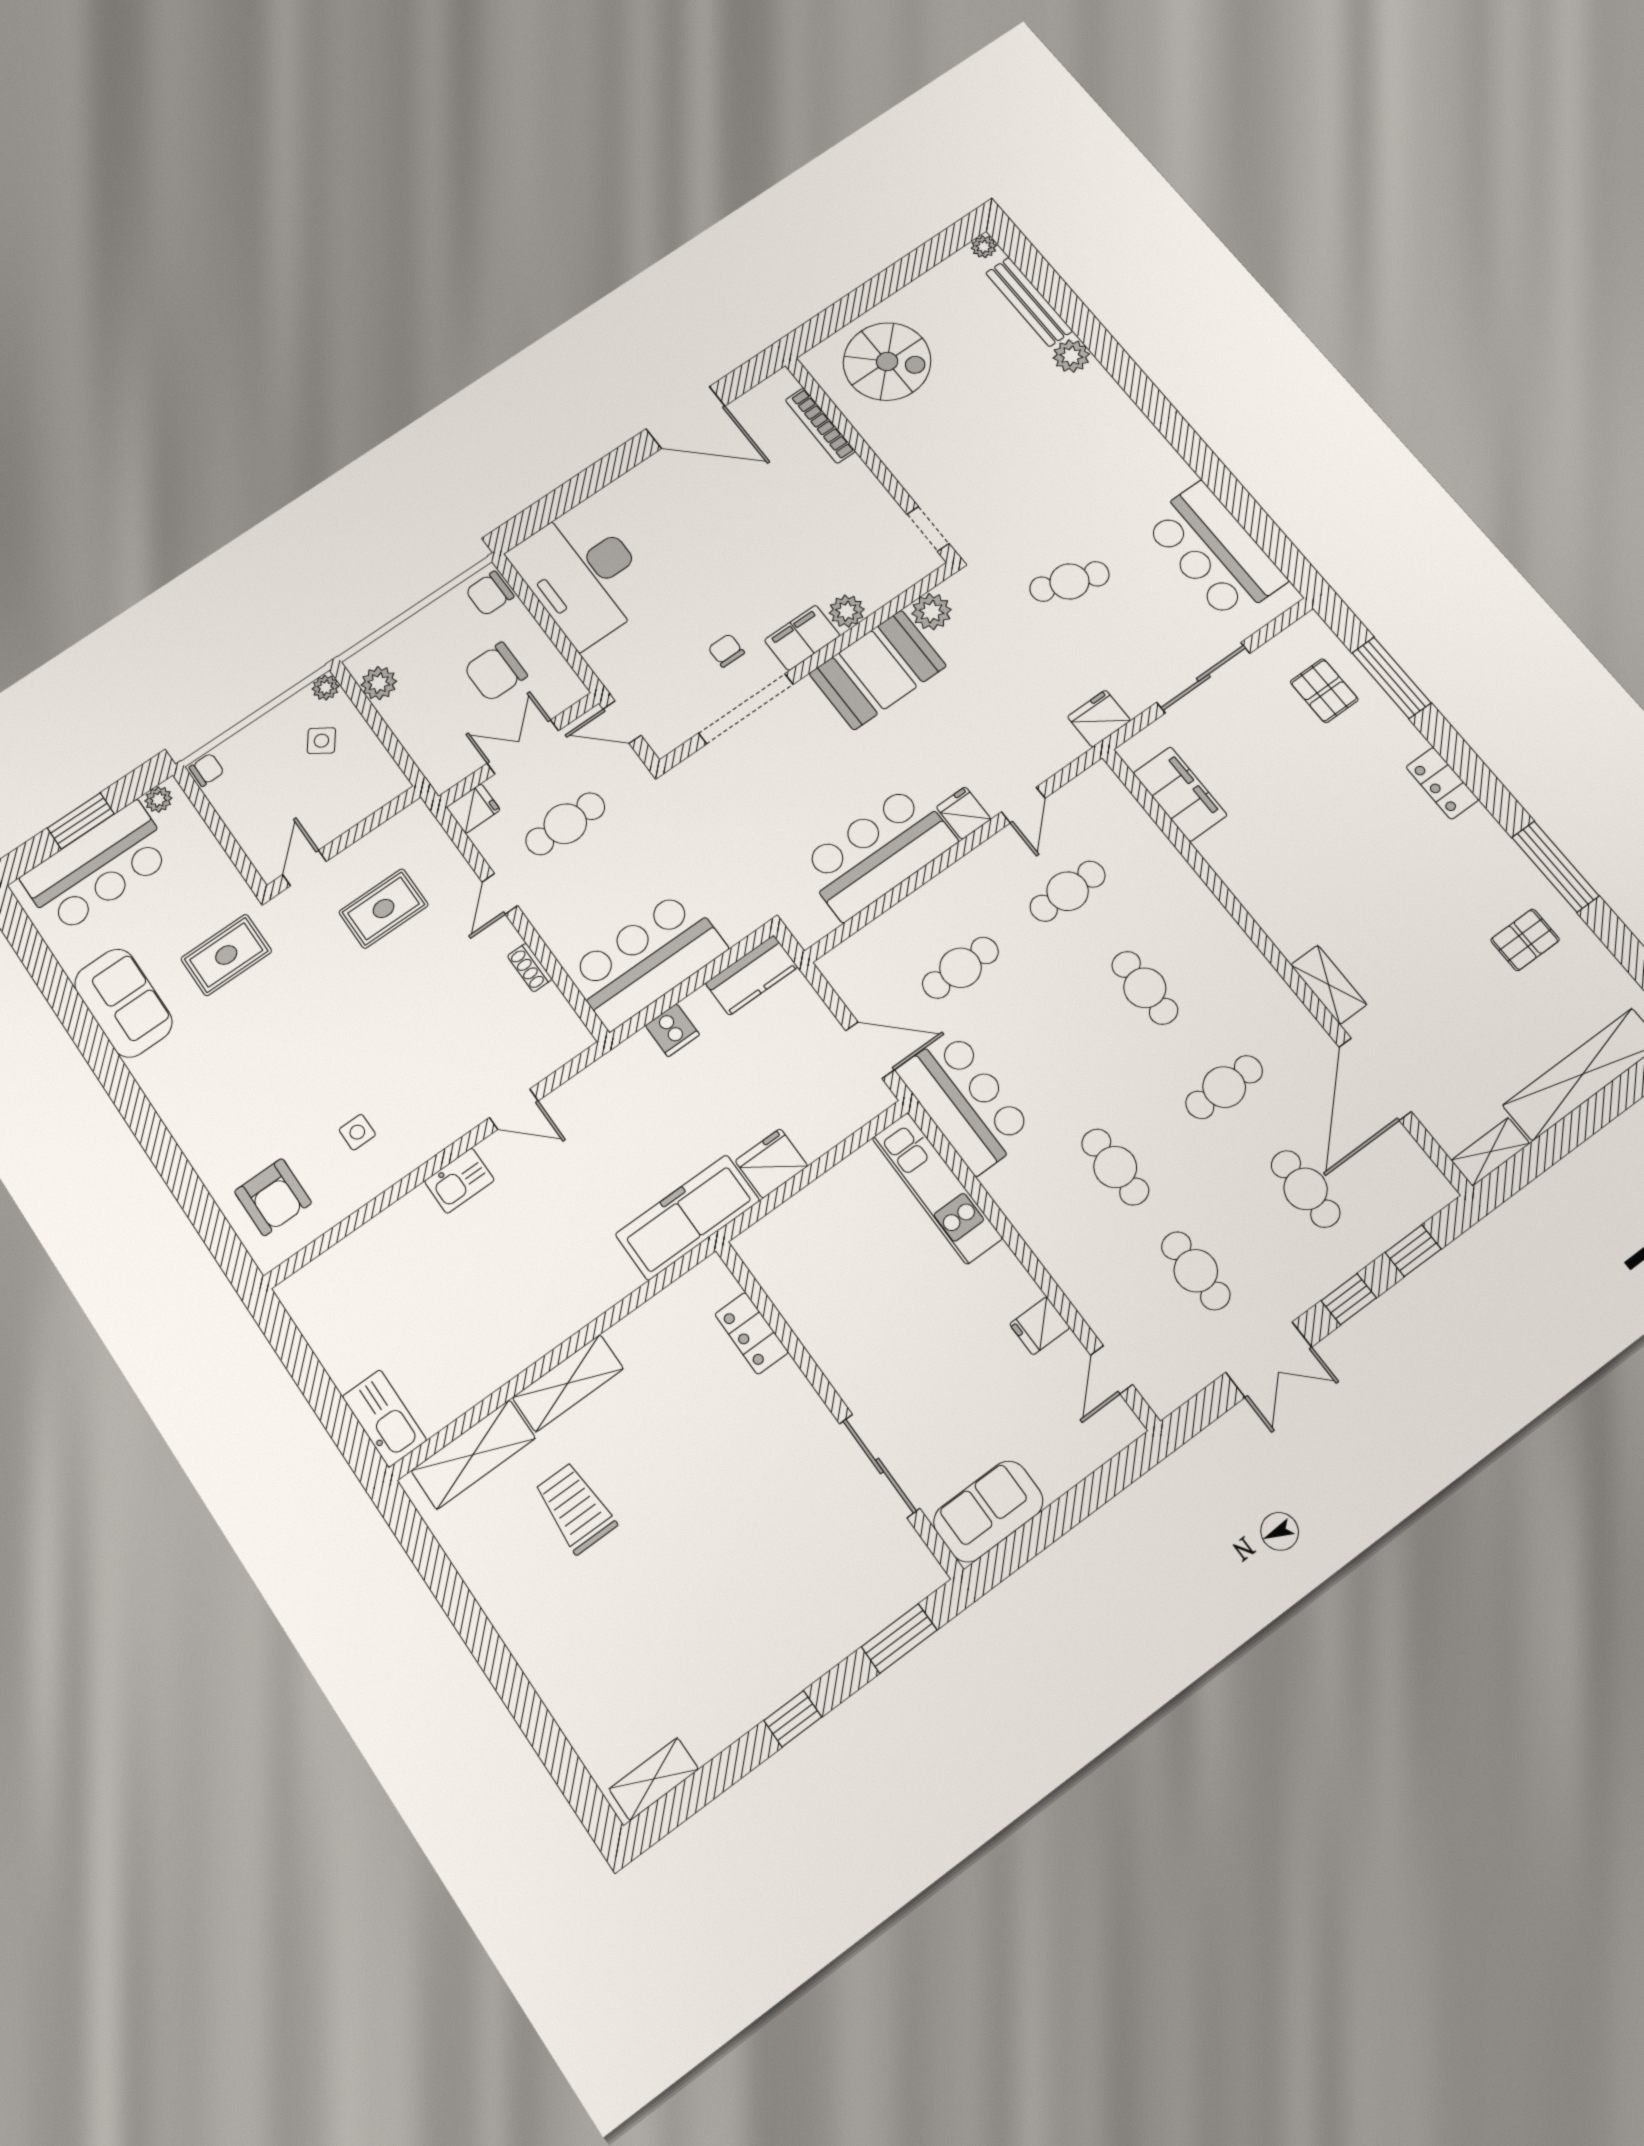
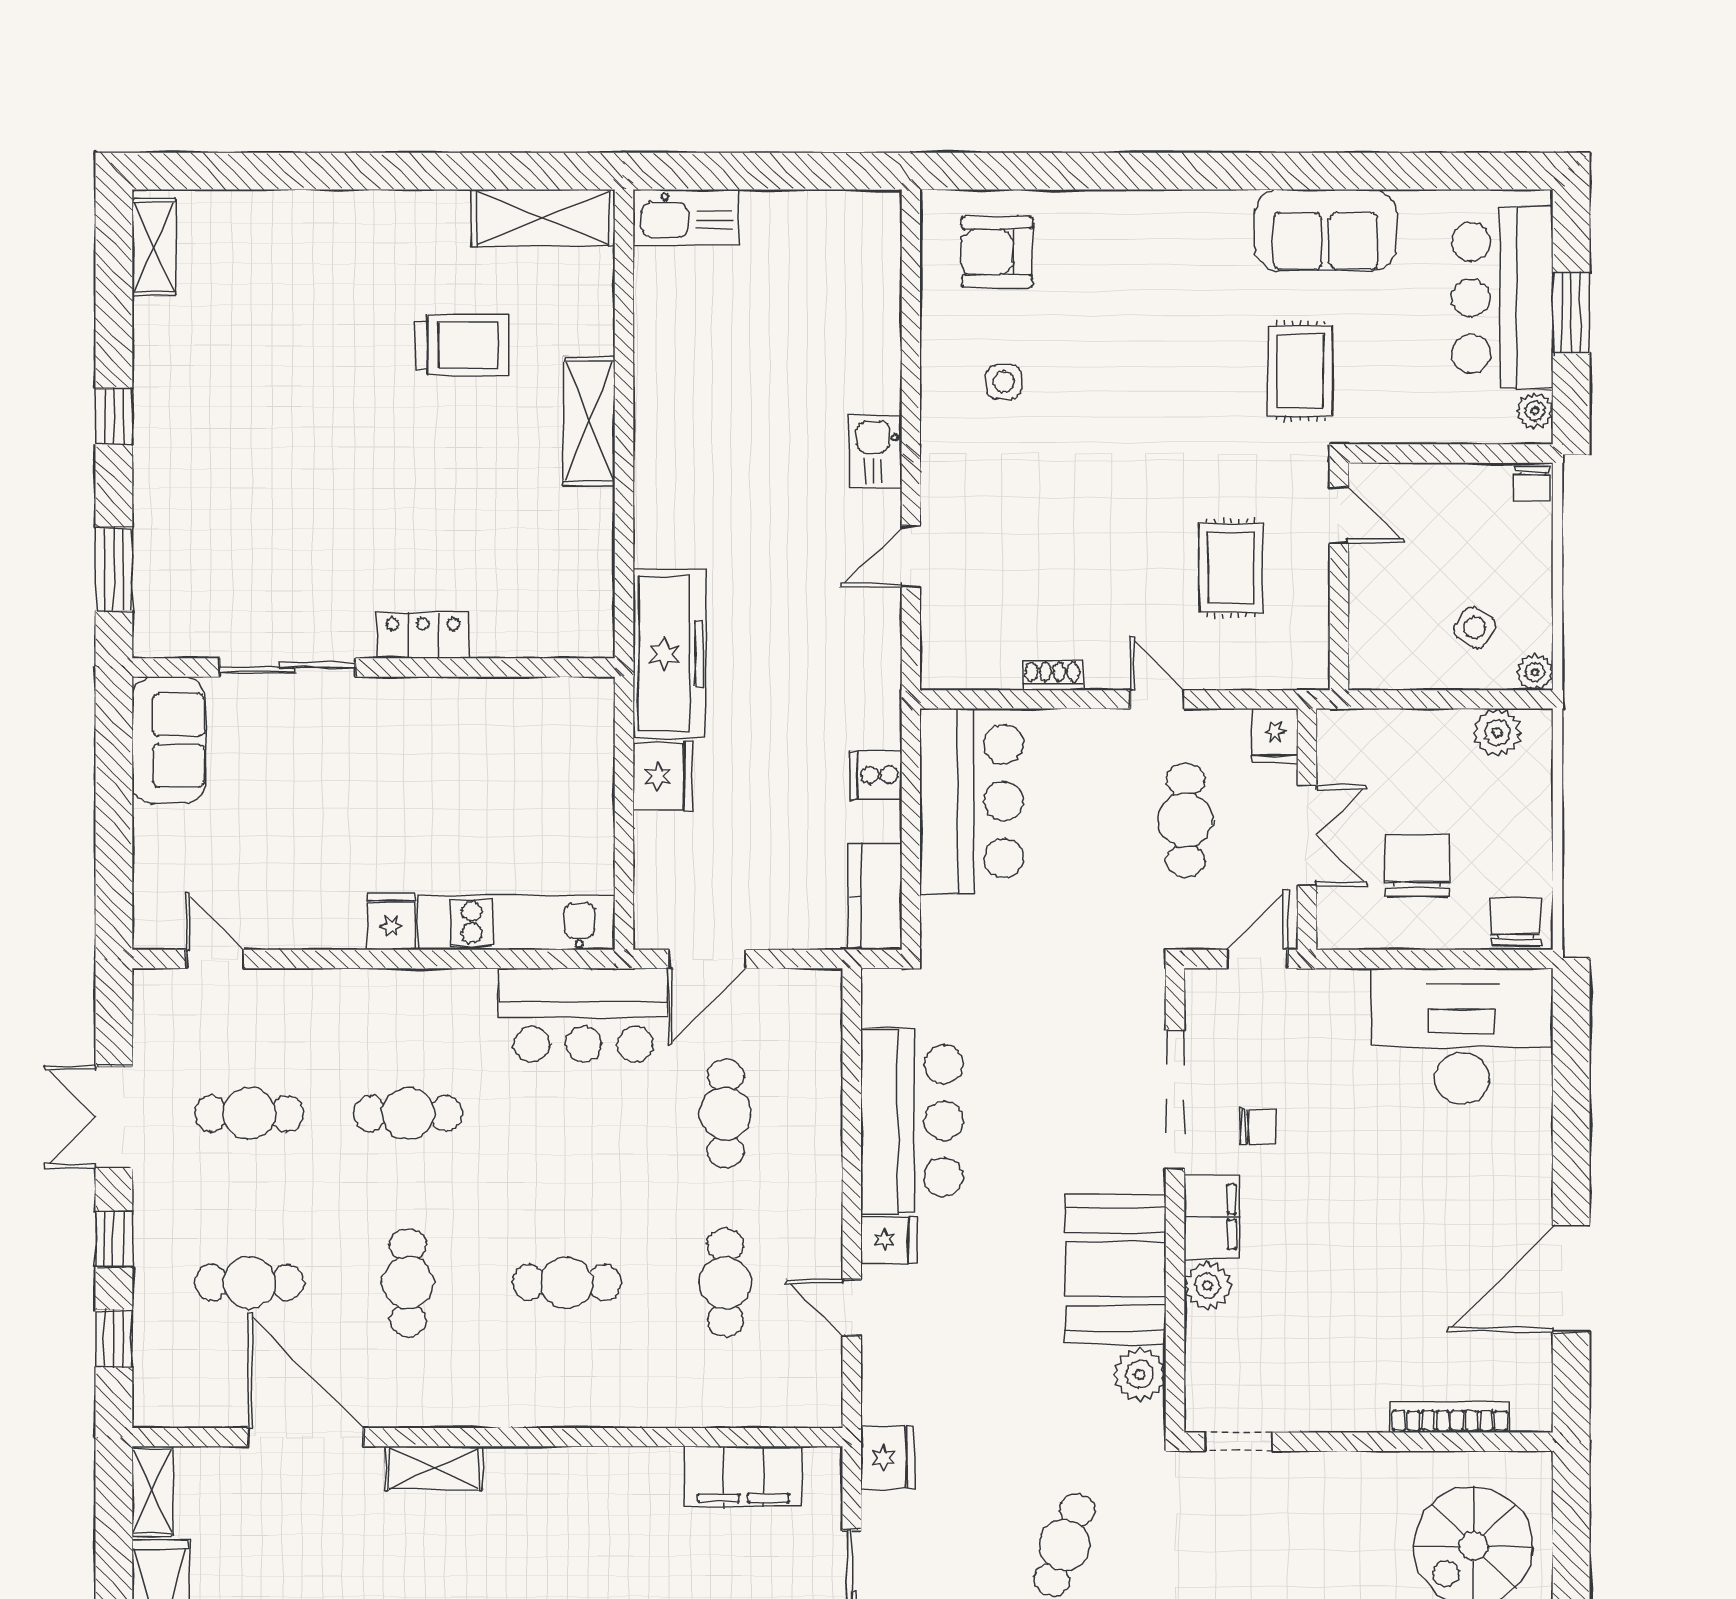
fridge: (1040, 1326) -> (391, 922), moved
locker: (751, 1333) -> (423, 635), moved
shelving: (473, 1454) -> (543, 218), moved, turned 90

